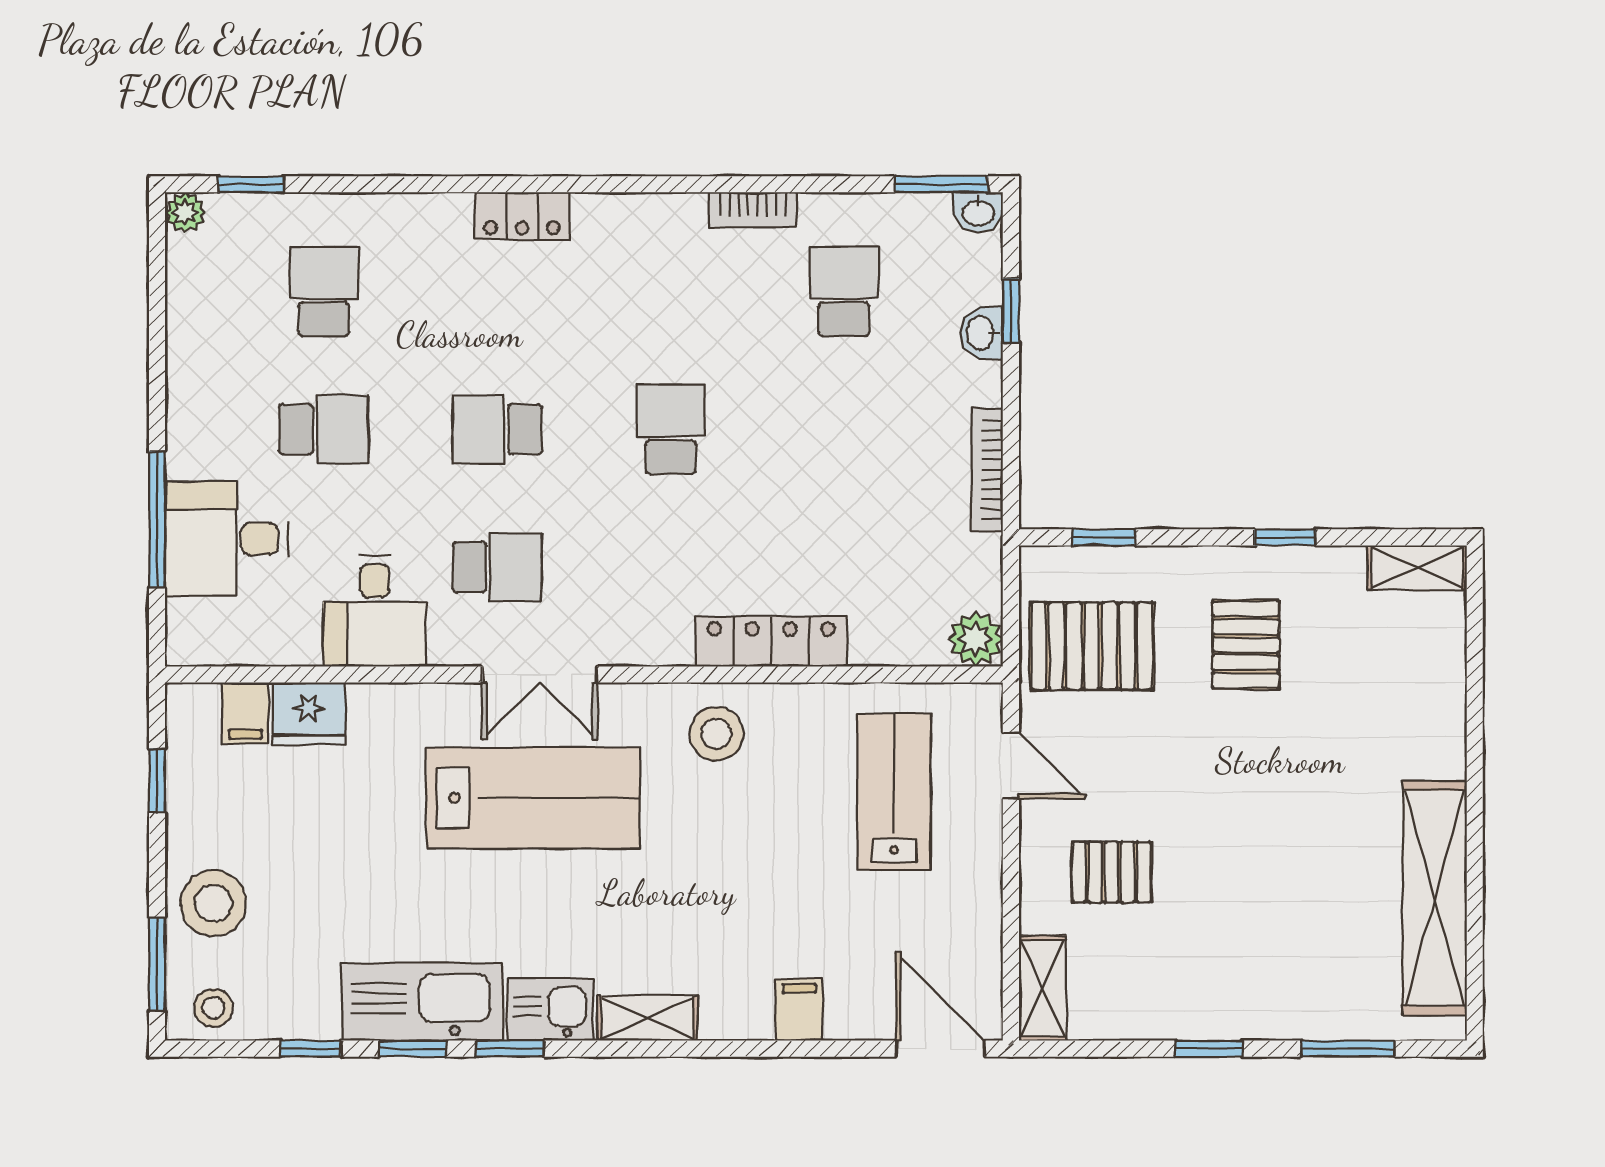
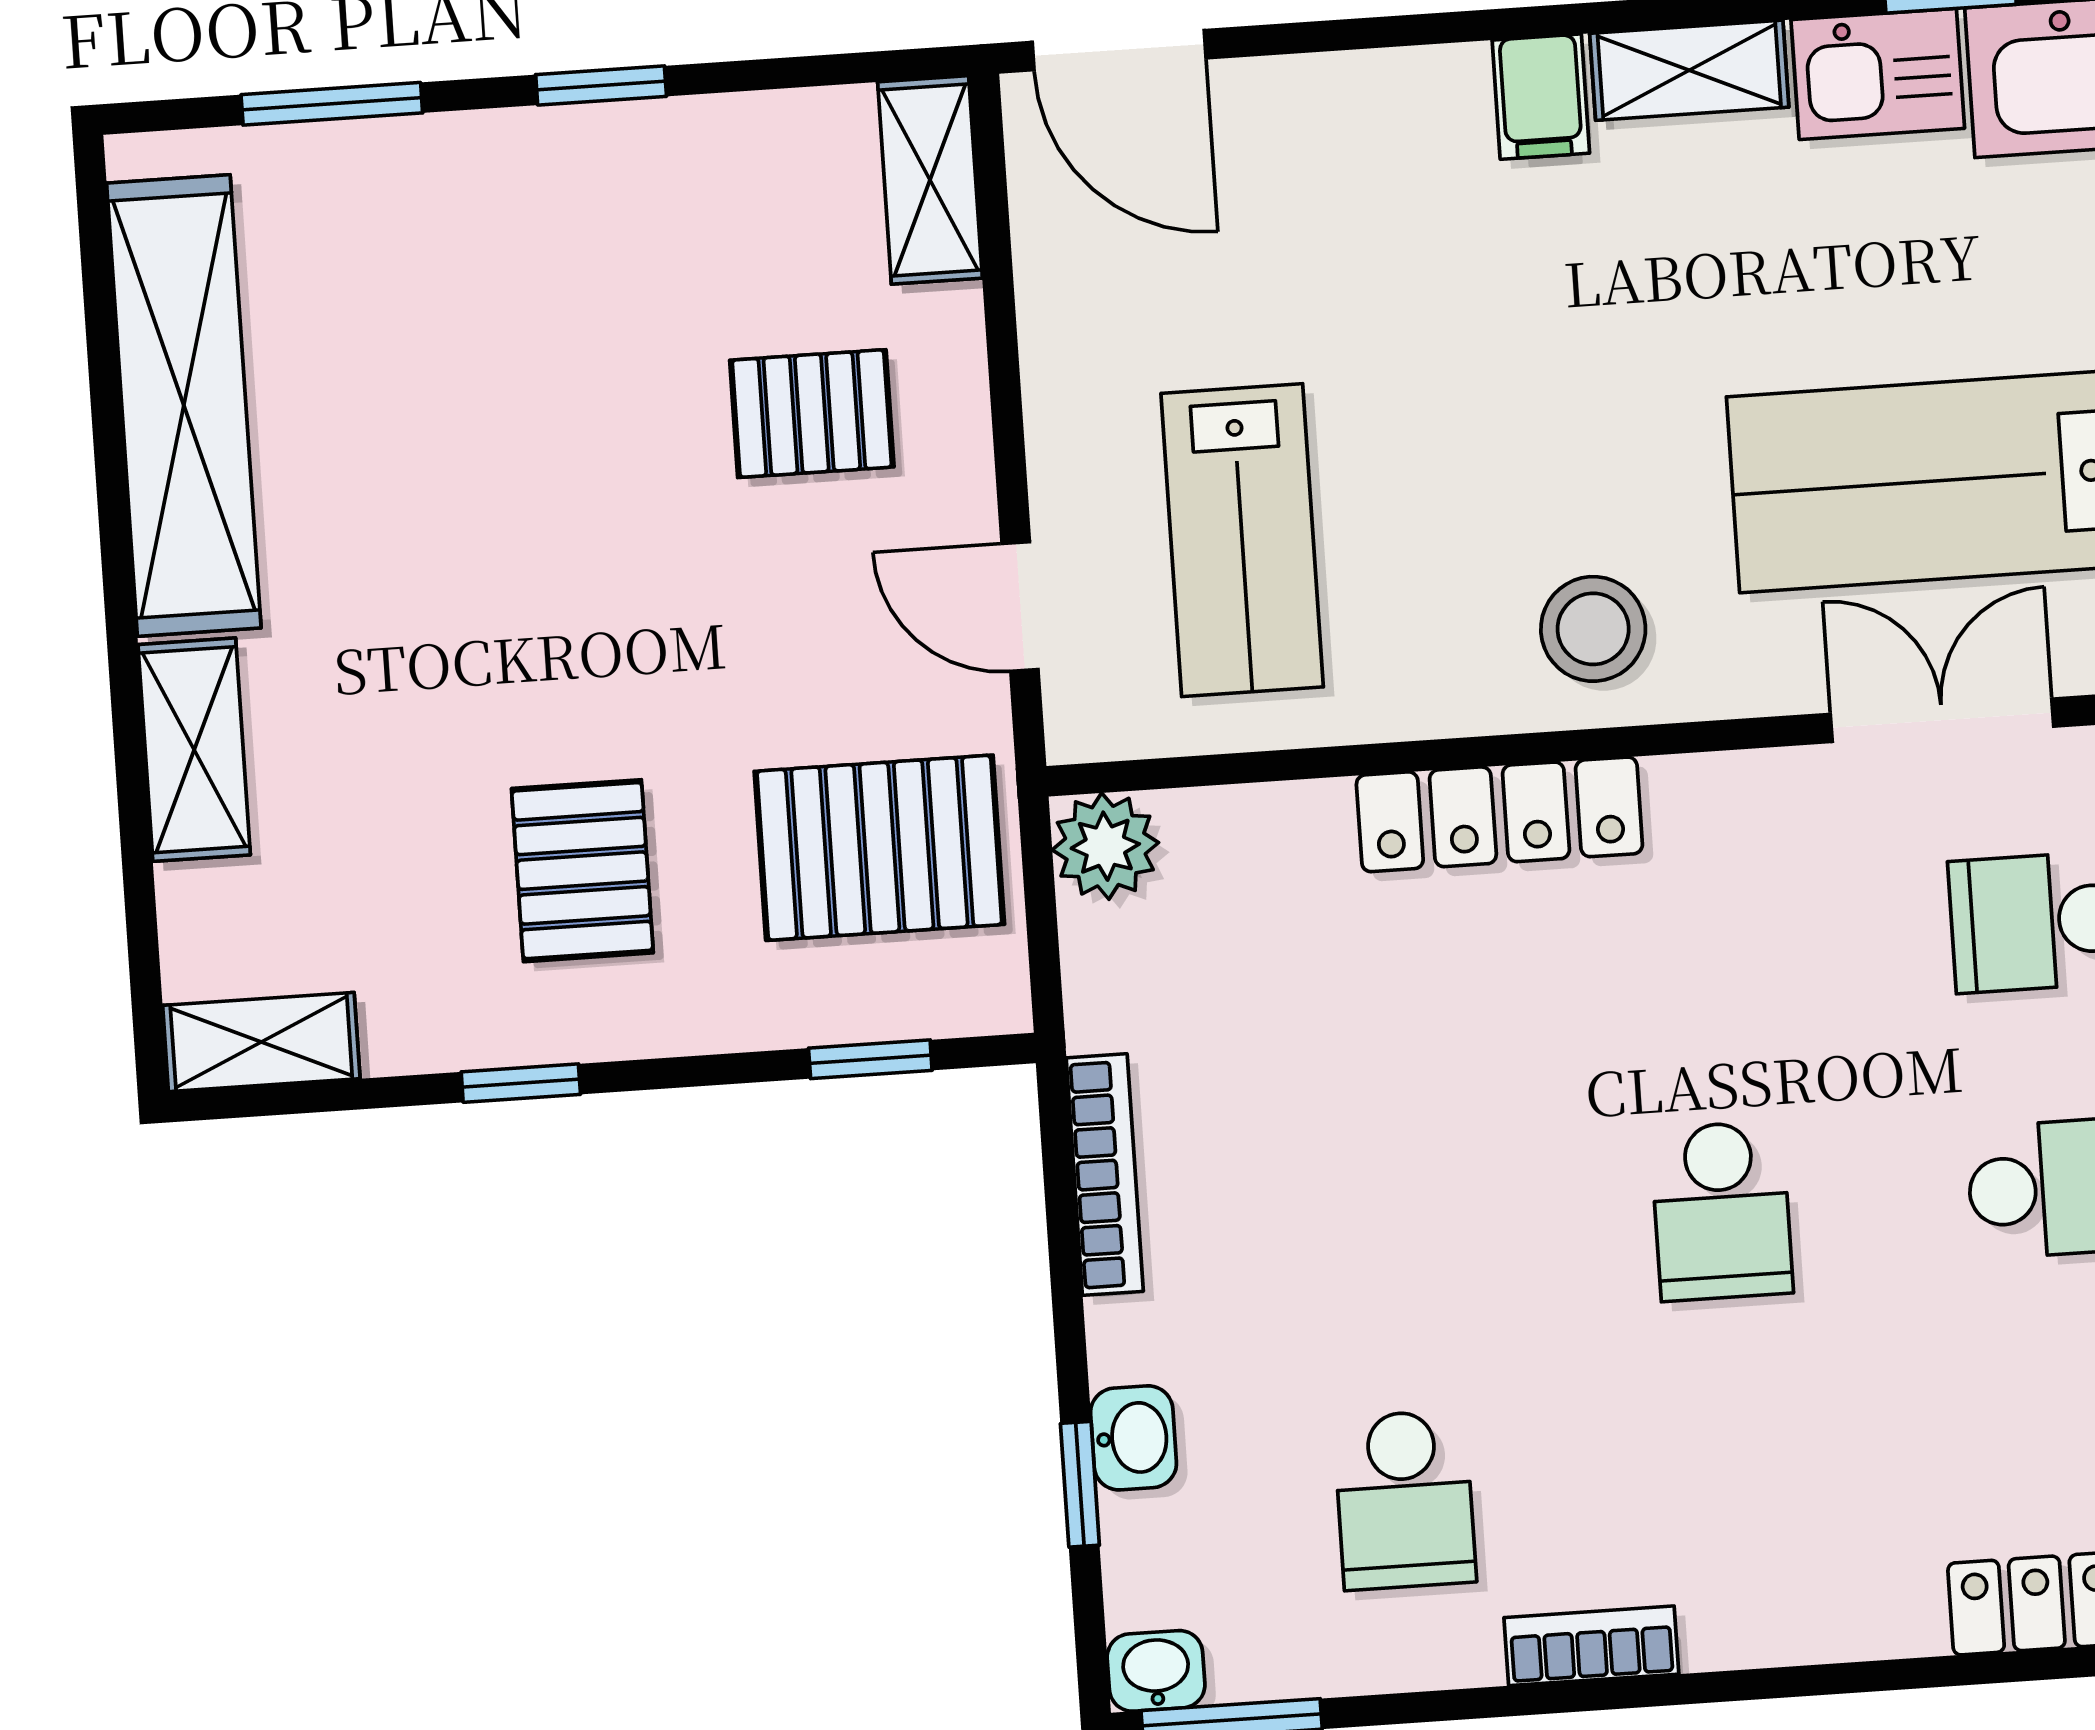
shelving: (1442, 721) -> (194, 750), added
filing cabinet: (799, 1010) -> (1541, 97), moved

